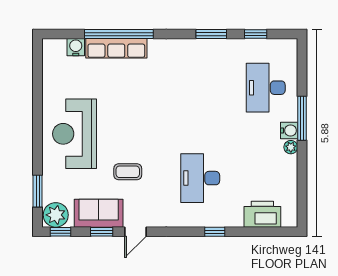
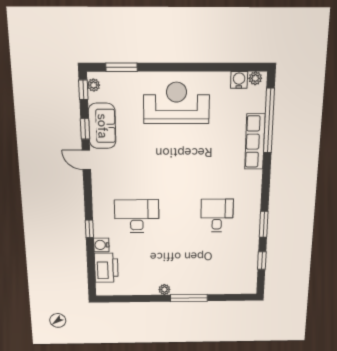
window: (119, 34) -> (269, 121), moved
water cooler: (76, 47) -> (239, 80), moved, turned -90
plant: (49, 51) -> (255, 78), added
desk: (266, 88) -> (217, 215), moved, width x0.73
water cooler: (289, 131) -> (101, 245), moved, turned 90
coffee table: (128, 172) -> (141, 153), removed
plant: (56, 215) -> (94, 85), width x0.53, depth x0.53

